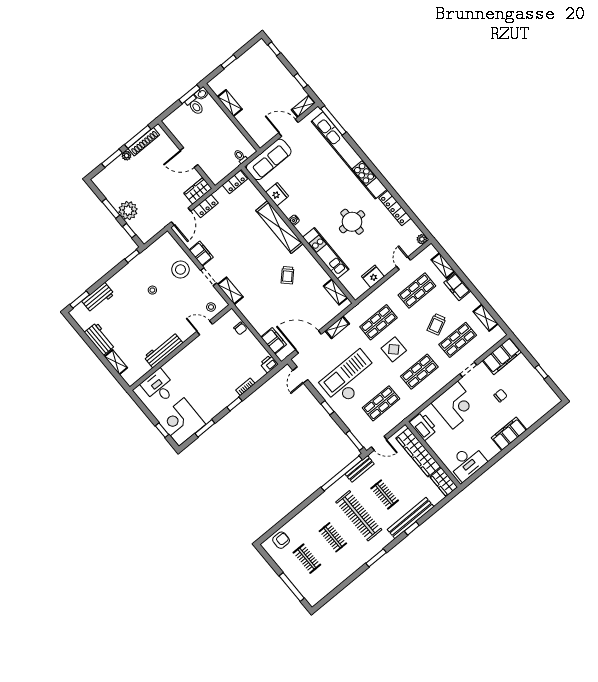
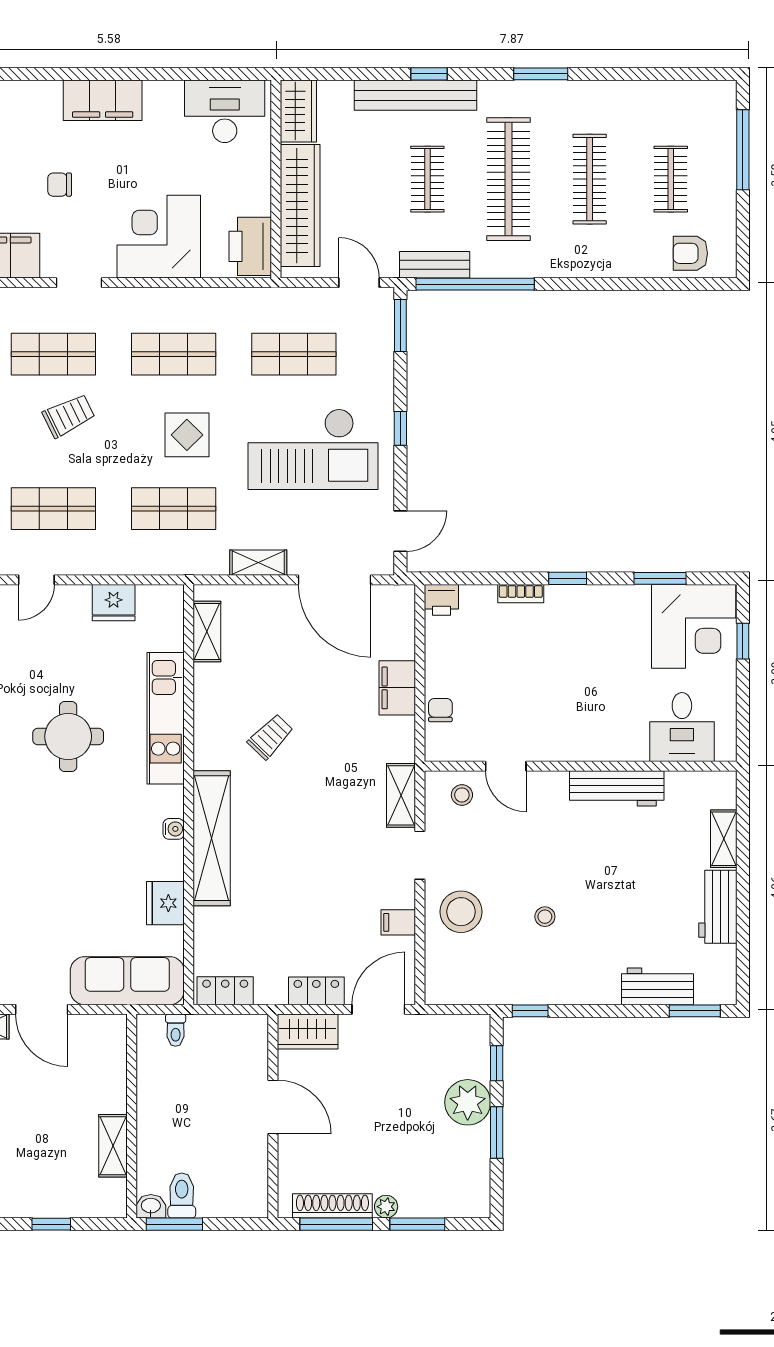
filing cabinet: (201, 254) -> (398, 922), width x0.50
filing cabinet: (274, 341) -> (397, 688), moved
clothes rail: (333, 537) -> (590, 179), width x1.36

